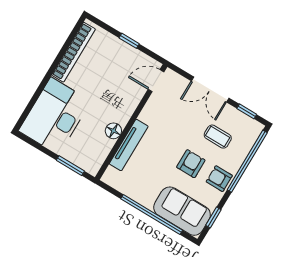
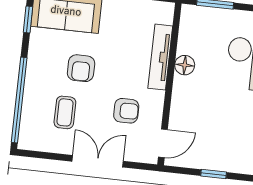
window: (247, 111) -> (45, 155), removed
coffee table: (218, 137) -> (65, 112), turned 90
armchair: (219, 179) -> (126, 111), moved

